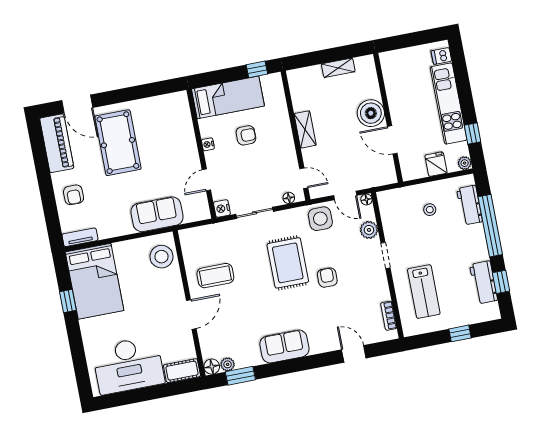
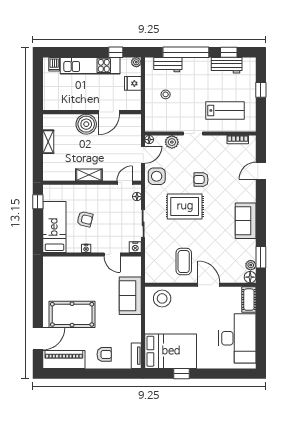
armchair: (246, 135) -> (85, 219), turned 104

